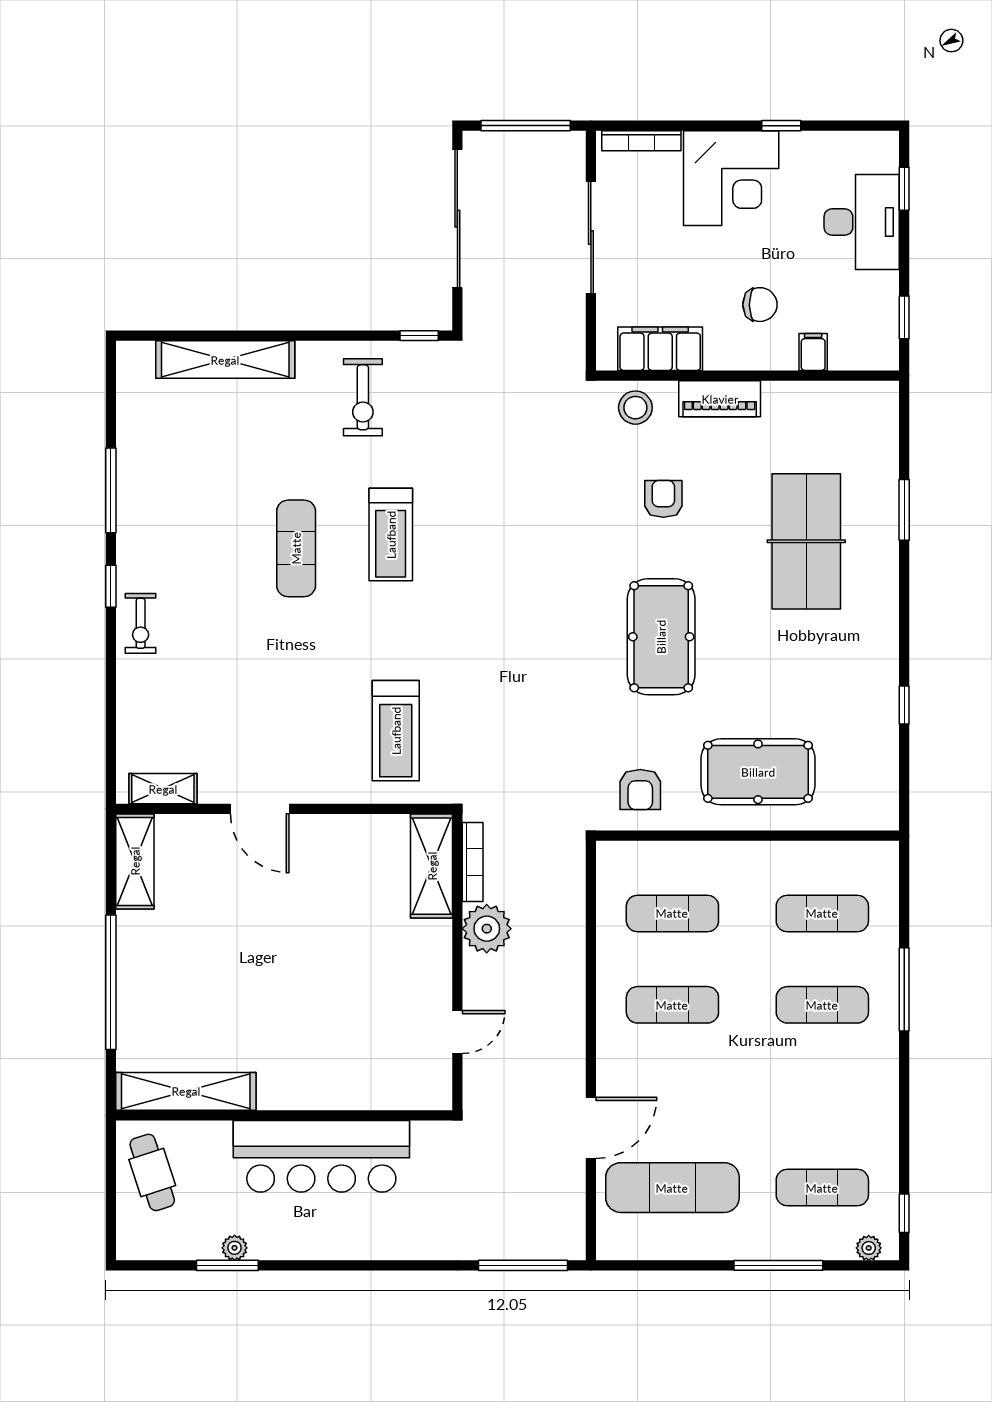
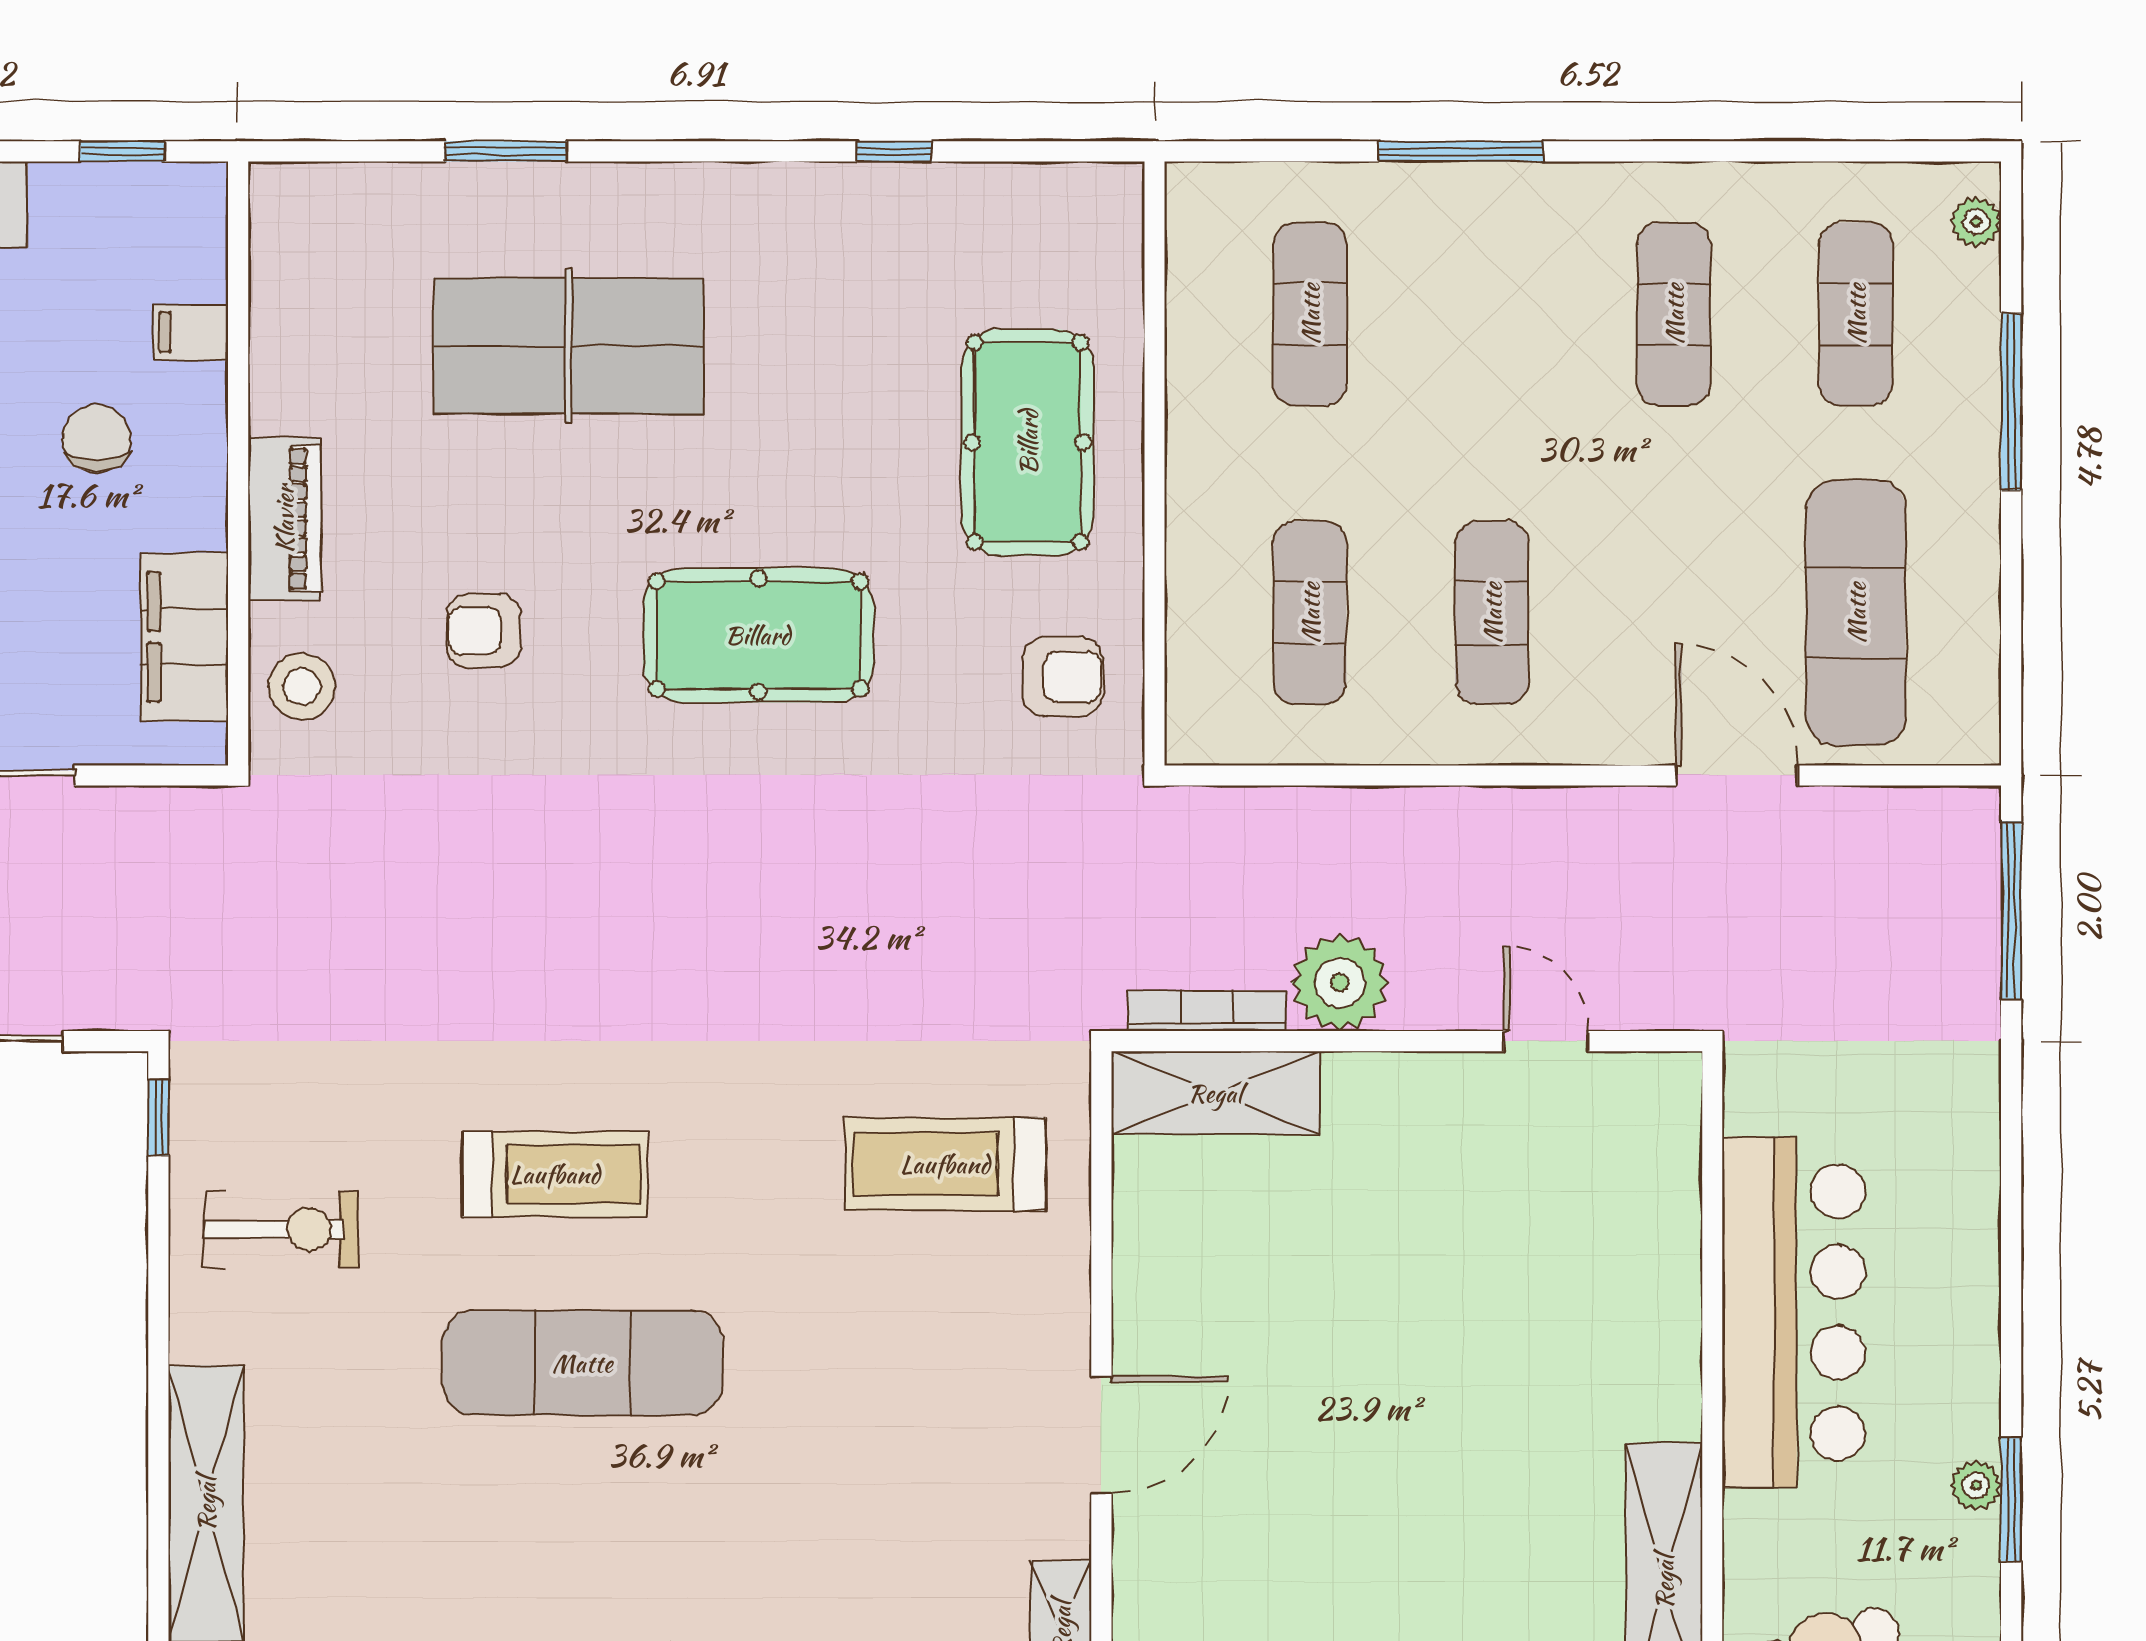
exercise mat: (296, 548) -> (582, 1363), width x1.36, depth x1.45
treadmill: (396, 731) -> (945, 1164), turned 180
exercise mat: (822, 1005) -> (1674, 314), moved
window: (904, 1213) -> (1907, 151), removed

